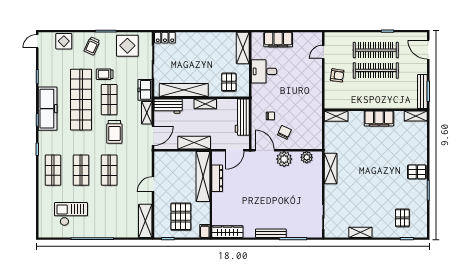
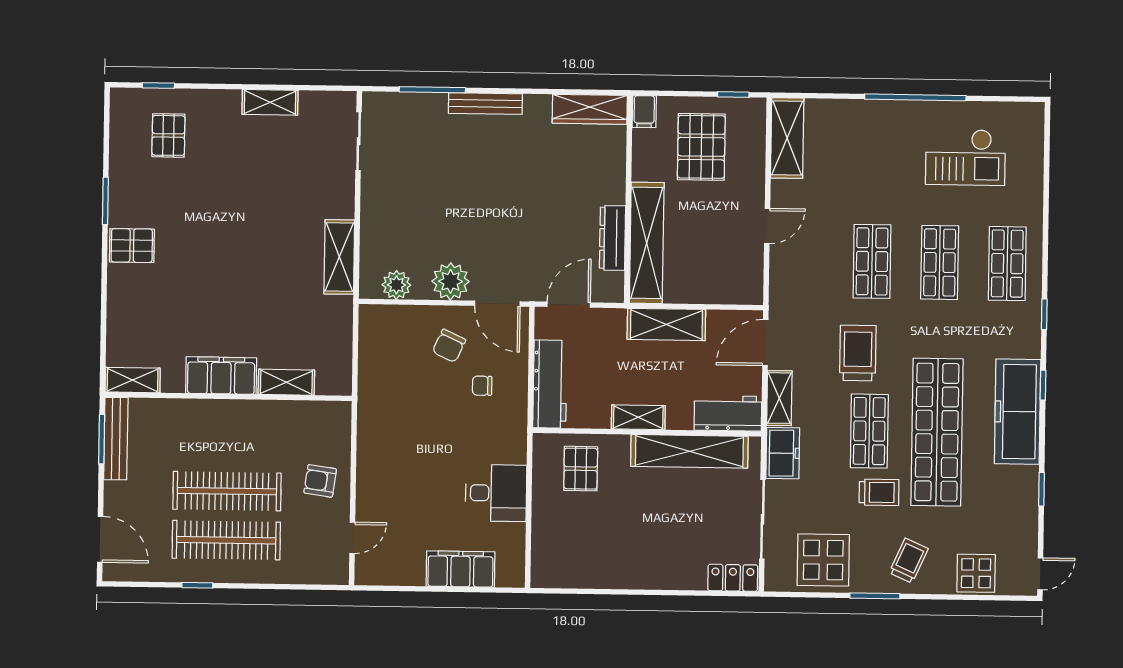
shelving: (243, 48) -> (546, 550), removed
shelving: (336, 116) -> (286, 382), moved

